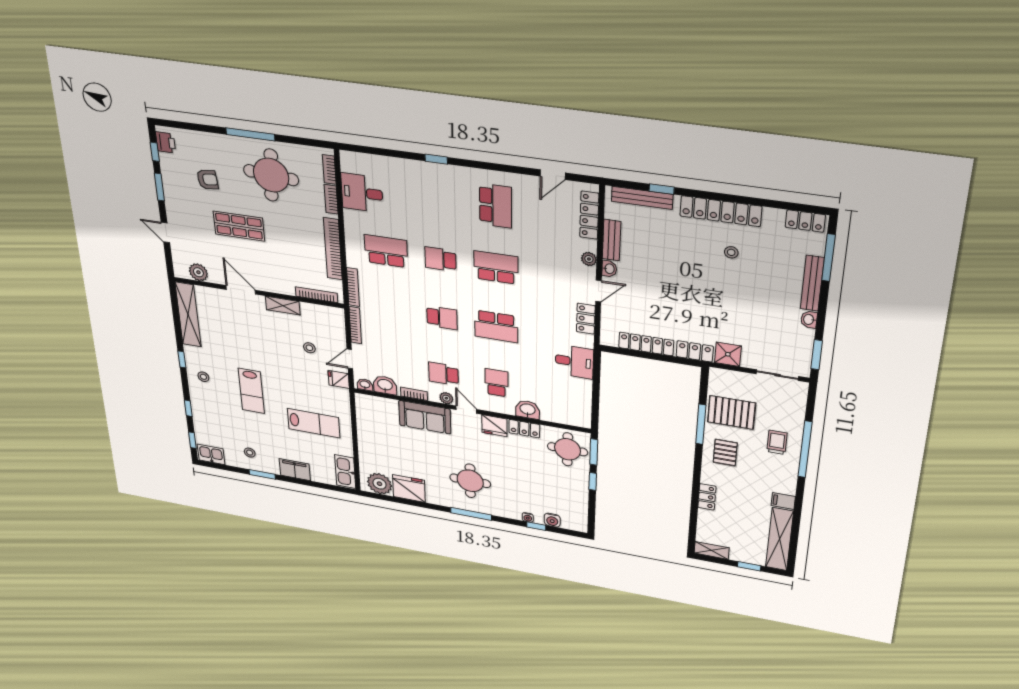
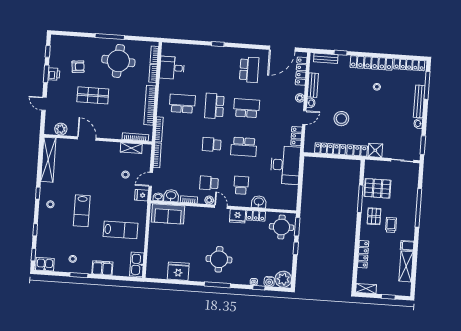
printer: (166, 142) -> (54, 74), moved
door: (553, 175) -> (282, 49), width x1.87
bench: (642, 198) -> (326, 58), width x0.73
locker: (805, 221) -> (409, 65), width x1.53
school desk: (440, 259) -> (214, 106), width x1.85
stool: (665, 299) -> (341, 119), added
shelving: (283, 306) -> (131, 148), moved
school desk: (442, 318) -> (212, 144), turned 180
desk: (574, 362) -> (285, 165), width x1.87, depth x1.30
sofa: (425, 417) -> (168, 214), moved
trolley: (777, 442) -> (391, 225), moved
plant: (379, 484) -> (283, 279), moved
locker: (707, 497) -> (363, 254), width x1.53
shelving: (780, 539) -> (406, 266), width x0.68

